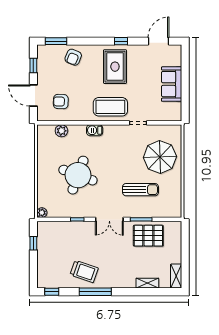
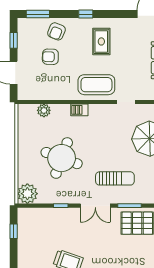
window: (121, 41) -> (86, 14), moved
rug: (115, 67) -> (101, 41), width x0.73, depth x0.70
armchair: (61, 102) -> (50, 57), moved
sun lounger: (140, 190) -> (115, 178), moved
plant: (42, 213) -> (27, 194), width x1.88, depth x1.88

